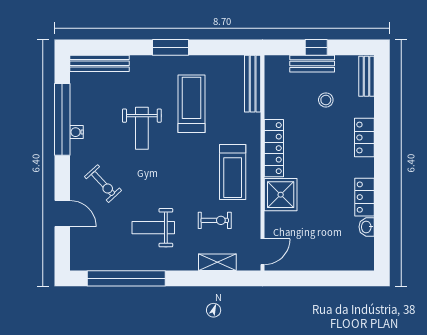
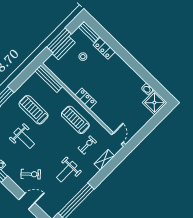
window: (316, 47) -> (59, 40), width x2.17
locker: (364, 137) -> (104, 48), moved
locker: (274, 148) -> (86, 99), width x0.66
treadmill: (233, 172) -> (75, 120), turned 180
shower: (281, 195) -> (154, 103), moved
locker: (365, 197) -> (135, 78), removed

